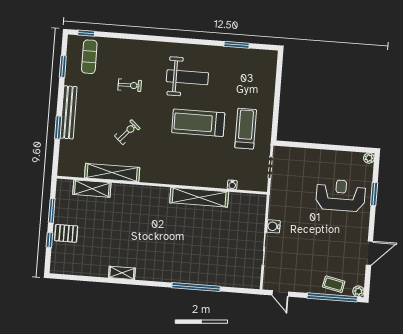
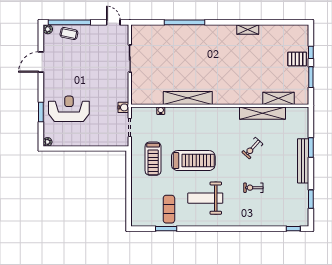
exercise mat: (89, 57) -> (169, 209), moved
reception desk: (341, 195) -> (69, 109), turned 180
water cooler: (273, 226) -> (123, 107), moved

